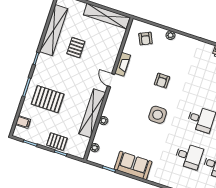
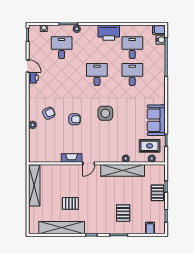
armchair: (145, 39) -> (49, 113), moved
pallet: (48, 99) -> (123, 213), width x0.67, depth x0.71
rug: (109, 150) -> (150, 146), added

